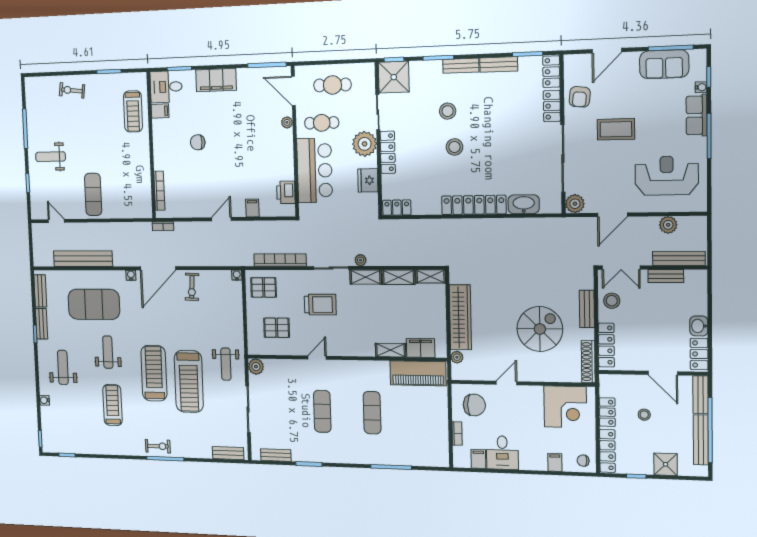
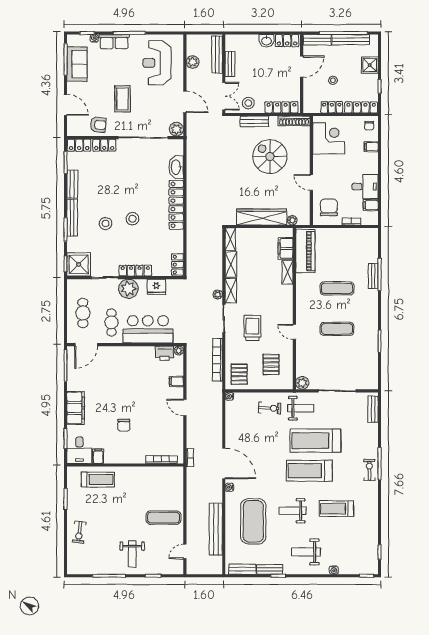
bench: (461, 66) -> (72, 218), width x1.36
plant: (287, 122) -> (179, 351), moved
exercise bike: (192, 287) -> (270, 408), moved
treadmill: (189, 381) -> (315, 441), turned 180
bench: (276, 455) -> (373, 276), moved

